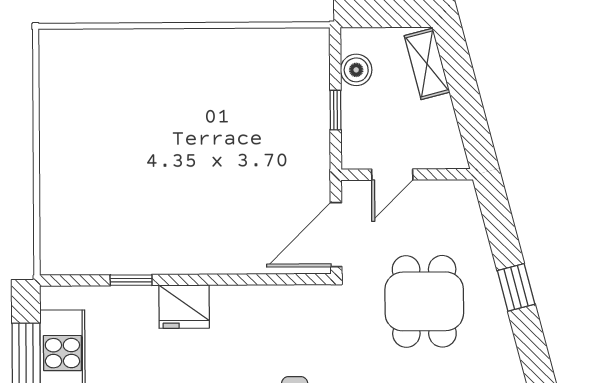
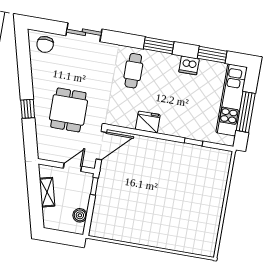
shelving: (427, 64) -> (47, 192), moved
window: (335, 110) -> (94, 186), moved
fridge: (184, 307) -> (148, 122), moved

